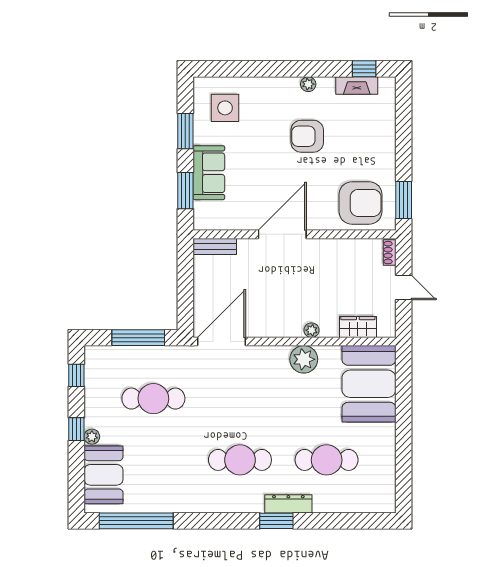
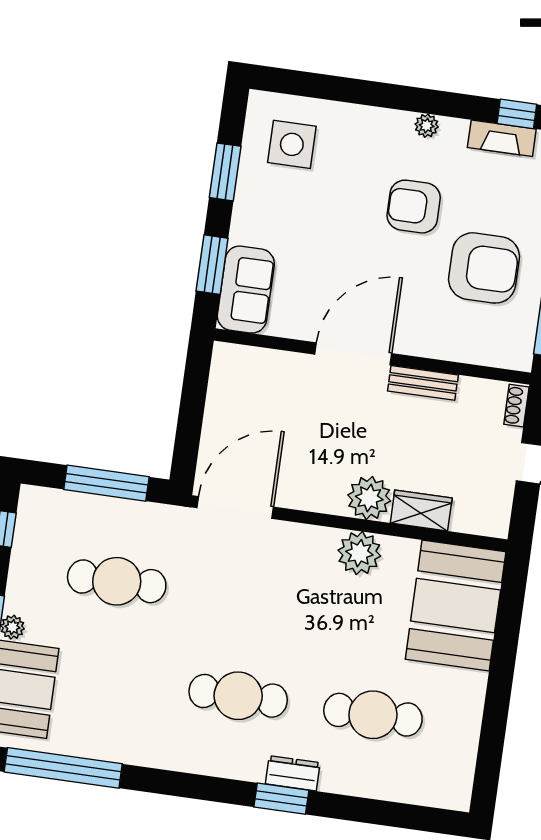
sofa: (209, 173) -> (246, 290), moved
armchair: (360, 203) -> (484, 268), moved
bench: (215, 247) -> (423, 383), moved
wardrobe: (358, 327) -> (421, 510), moved
plant: (312, 330) -> (369, 498), width x1.88, depth x1.88
dresser: (288, 504) -> (293, 773), width x0.70

